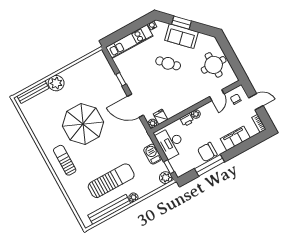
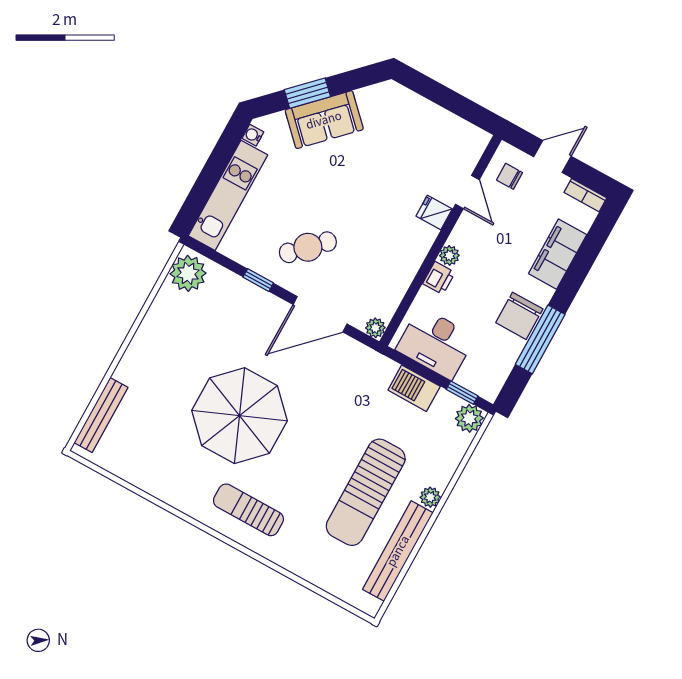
cafe table: (168, 63) -> (308, 247), moved
round table: (214, 65) -> (423, 136), removed
plant: (56, 83) -> (188, 273), moved
fridge: (160, 117) -> (434, 213), moved
sun lounger: (111, 181) -> (366, 492), turned 180

